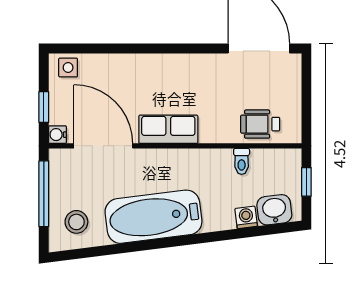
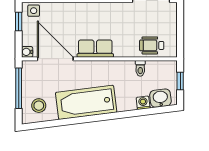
window: (44, 107) -> (19, 21), moved

